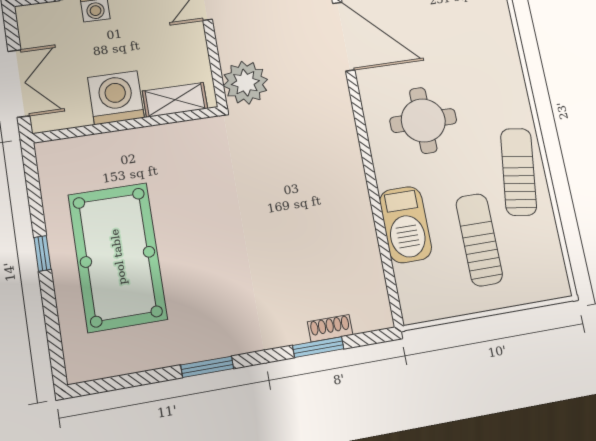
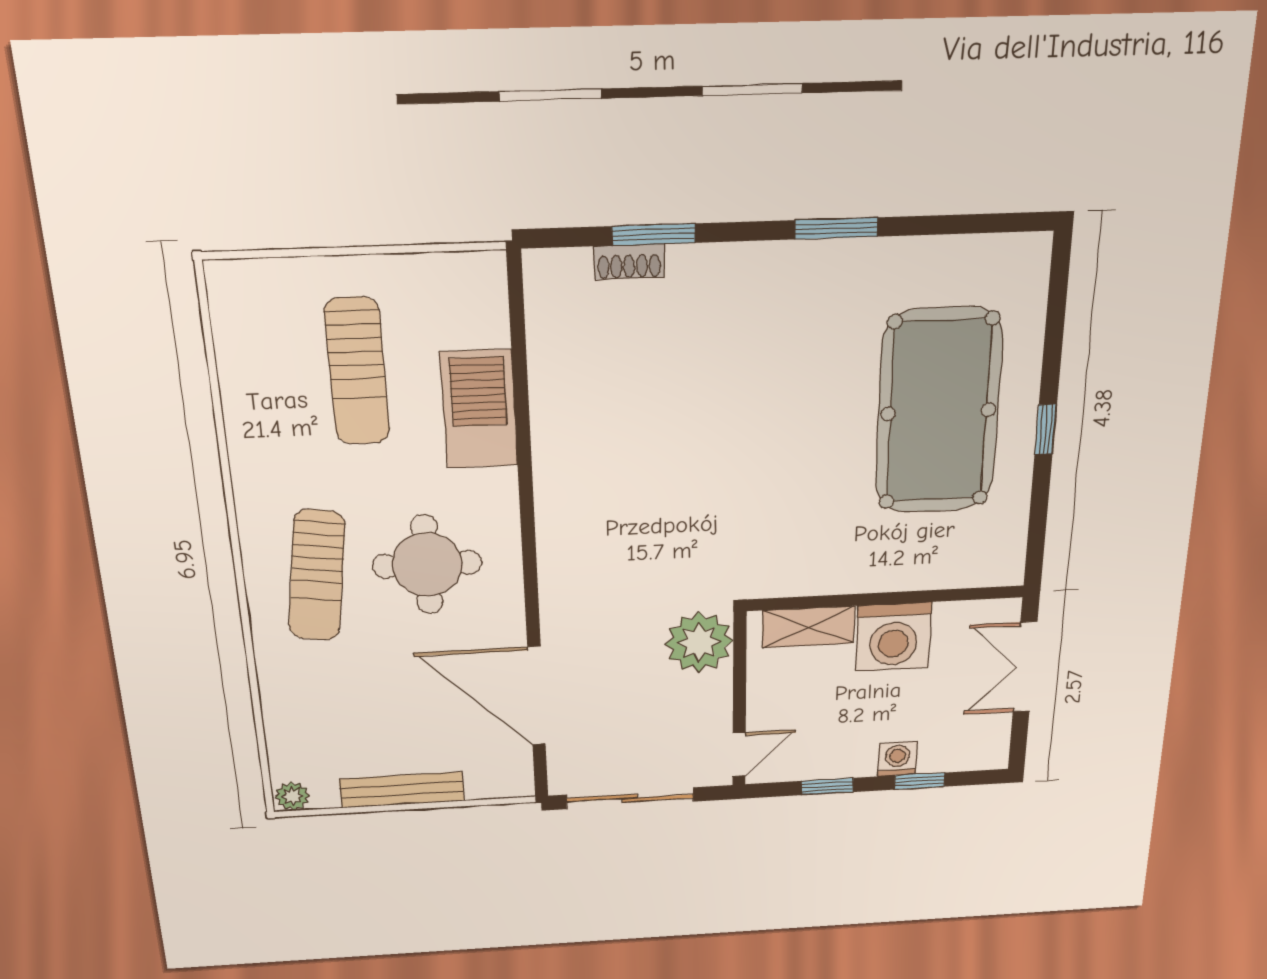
sun lounger: (519, 172) -> (317, 576), moved

